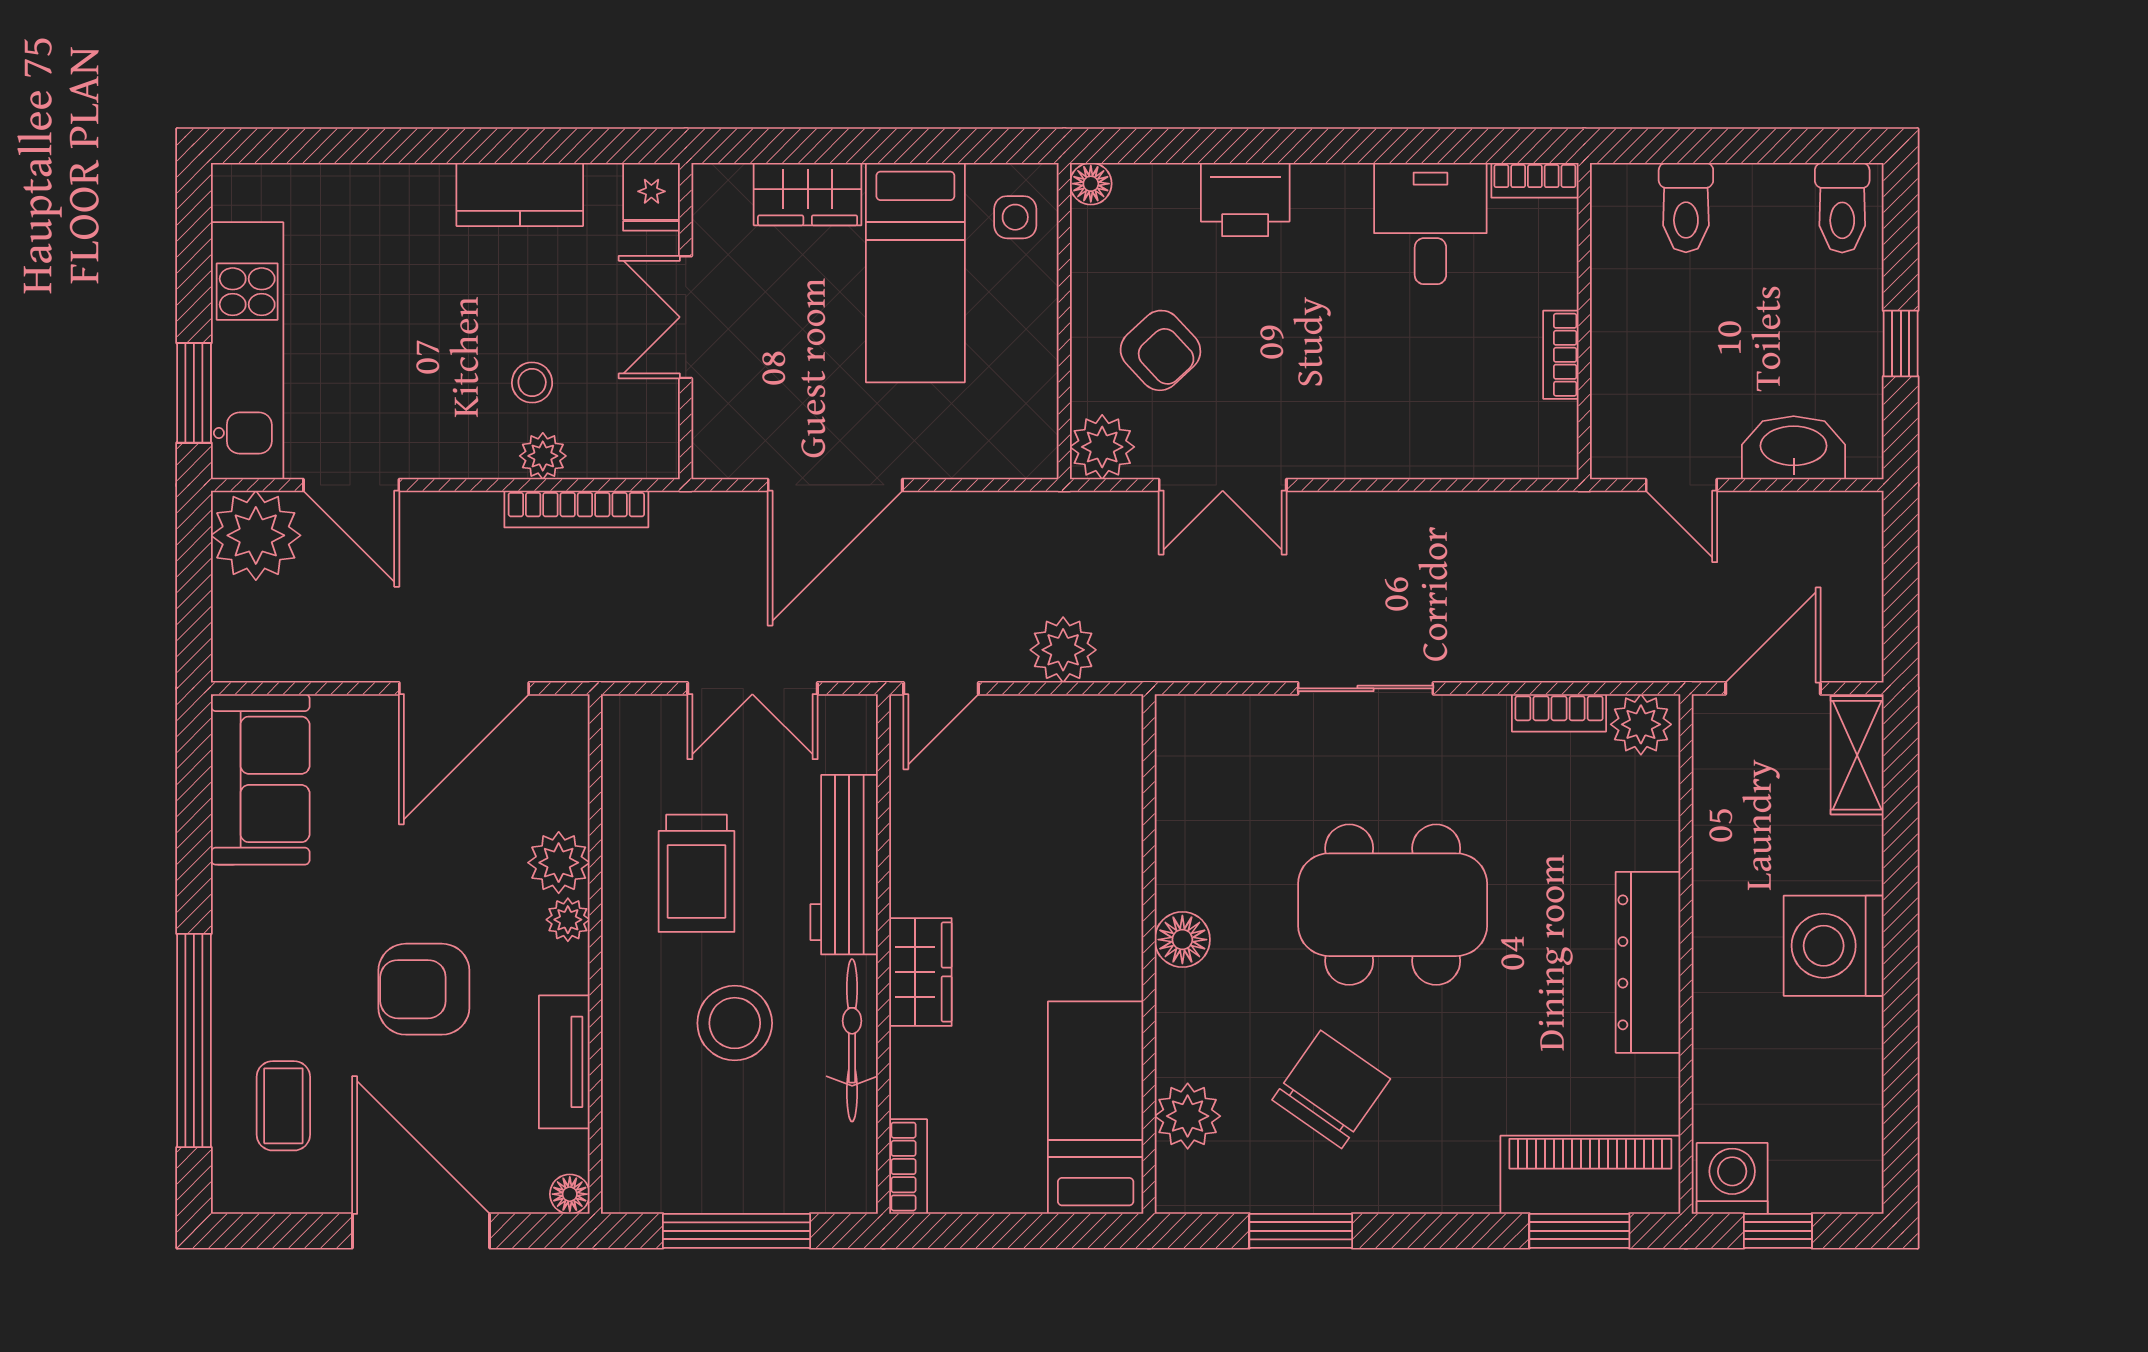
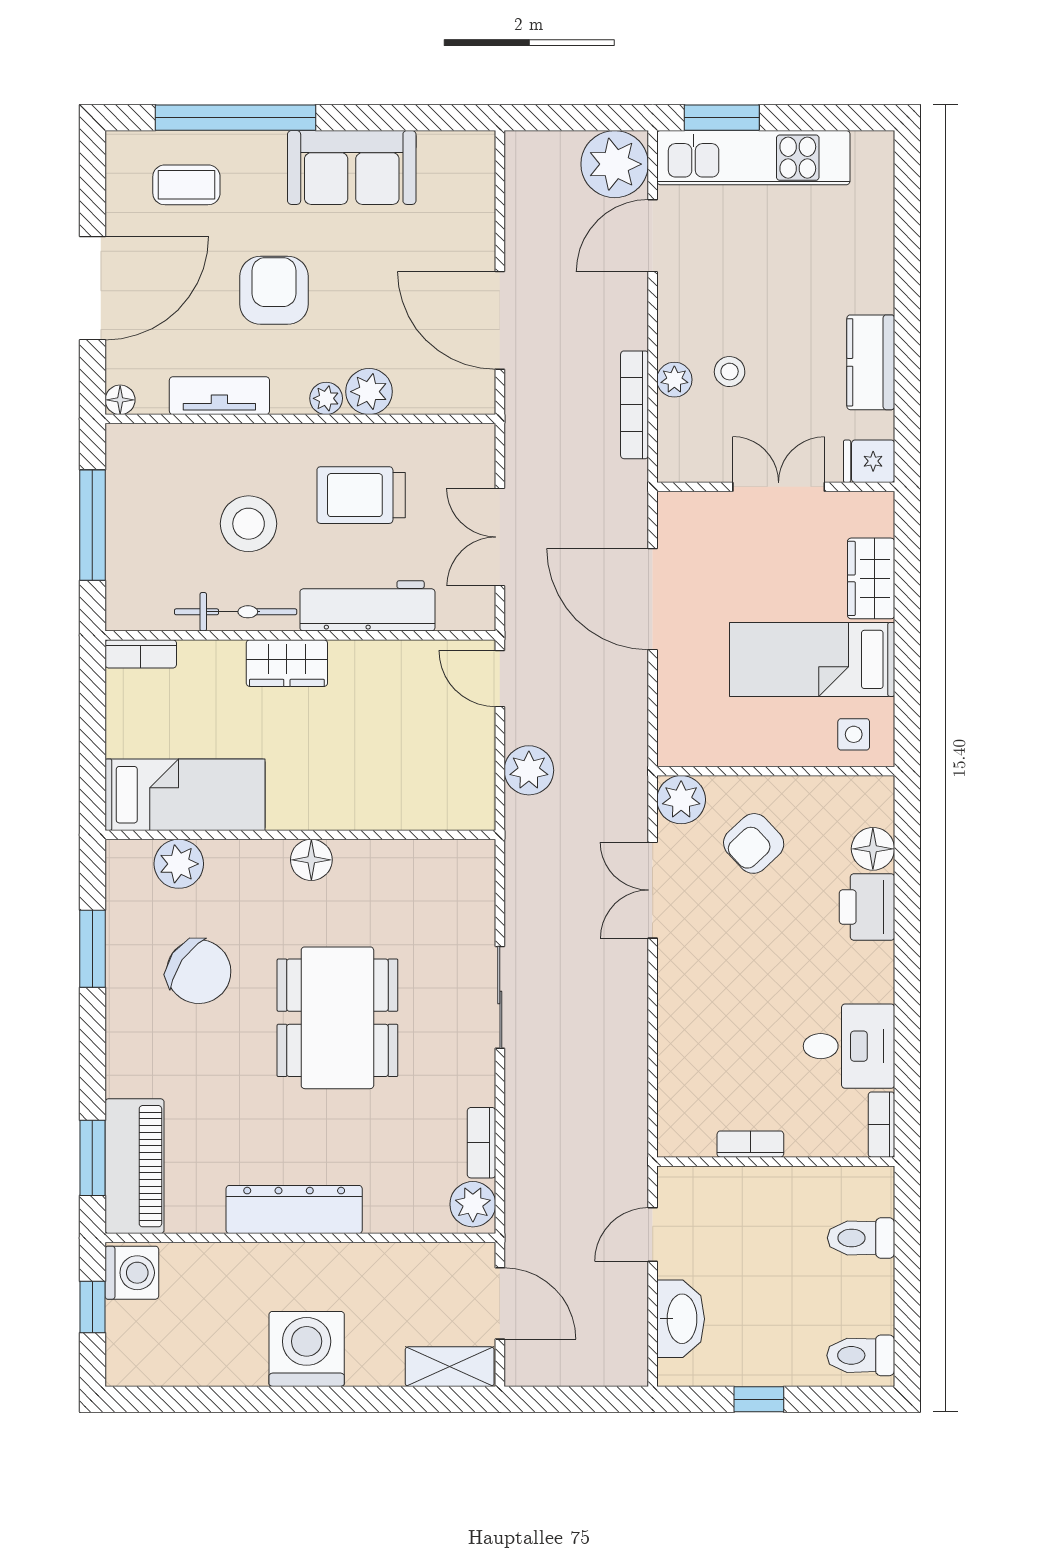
floor lamp: (1091, 184) -> (873, 849), moved, width x1.37, depth x1.37
sofa: (260, 779) -> (352, 167), moved

